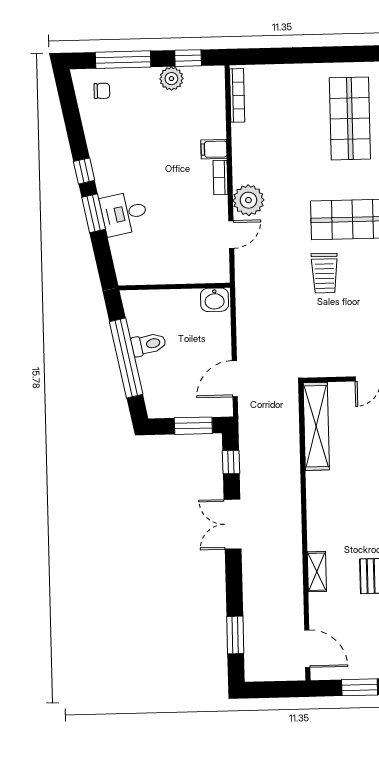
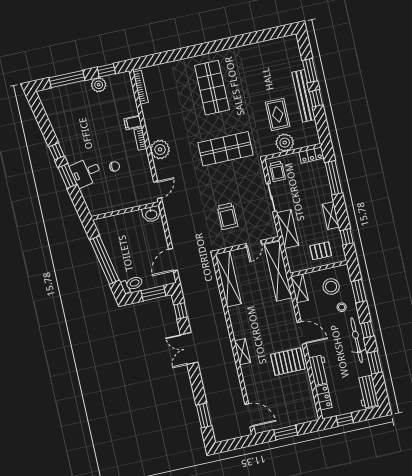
chair: (102, 91) -> (115, 166), moved
door: (231, 234) -> (157, 190), moved
trolley: (324, 273) -> (227, 216), moved
toilet: (149, 344) -> (132, 284), moved
shelving: (317, 572) -> (242, 352), moved

